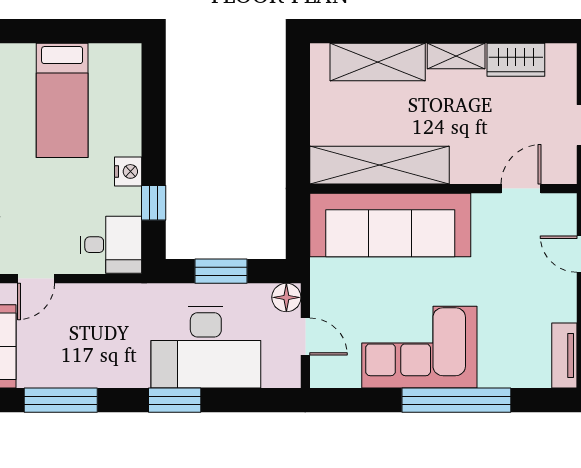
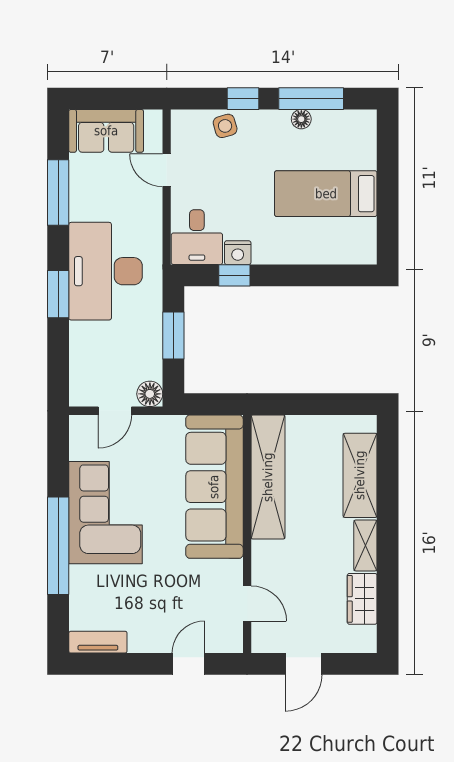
nightstand: (128, 171) -> (238, 253), moved
desk: (206, 347) -> (105, 271), moved

